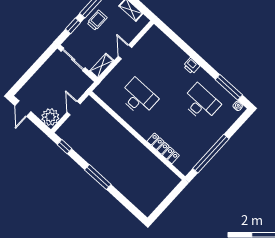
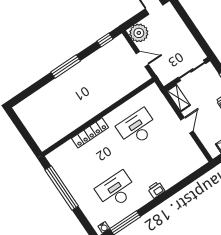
door: (125, 52) -> (187, 125), hinge flipped
desk: (138, 97) -> (137, 128), turned 180
desk: (201, 103) -> (116, 190), turned 180
locker: (163, 148) -> (90, 133), moved

